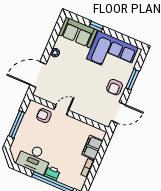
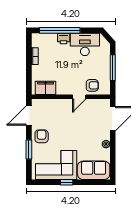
window: (96, 26) -> (67, 182), moved
filing cabinet: (92, 148) -> (46, 88), moved, turned -90

